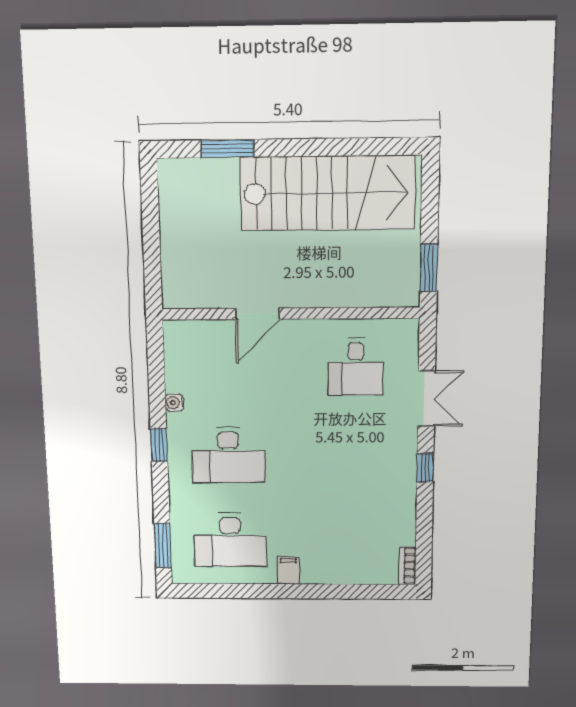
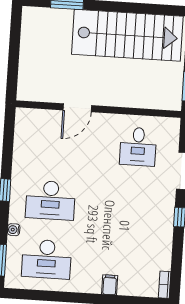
water cooler: (174, 403) -> (14, 230), moved
filing cabinet: (288, 570) -> (110, 285), moved

